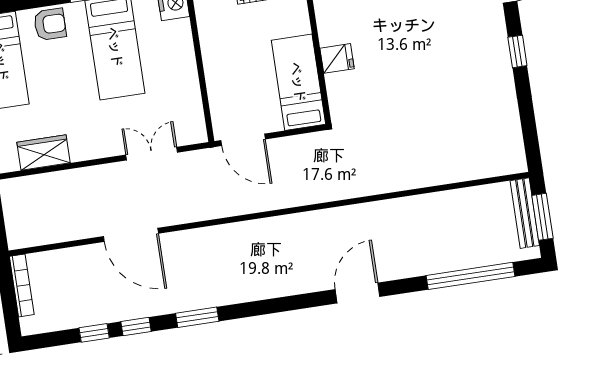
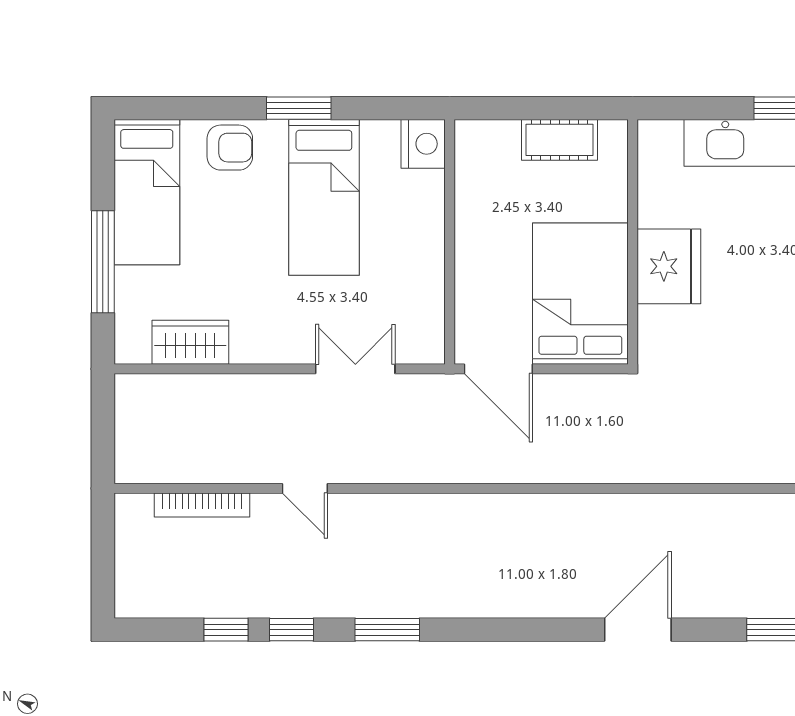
fridge: (337, 58) -> (669, 266), width x1.88, depth x1.34
bed: (298, 82) -> (580, 294), width x1.50
door: (131, 235) -> (305, 488), width x0.53
bookcase: (22, 285) -> (202, 505), moved, turned 90

